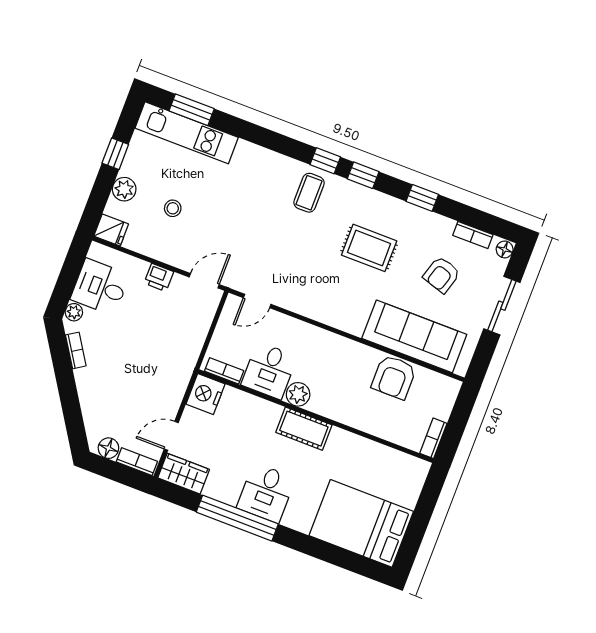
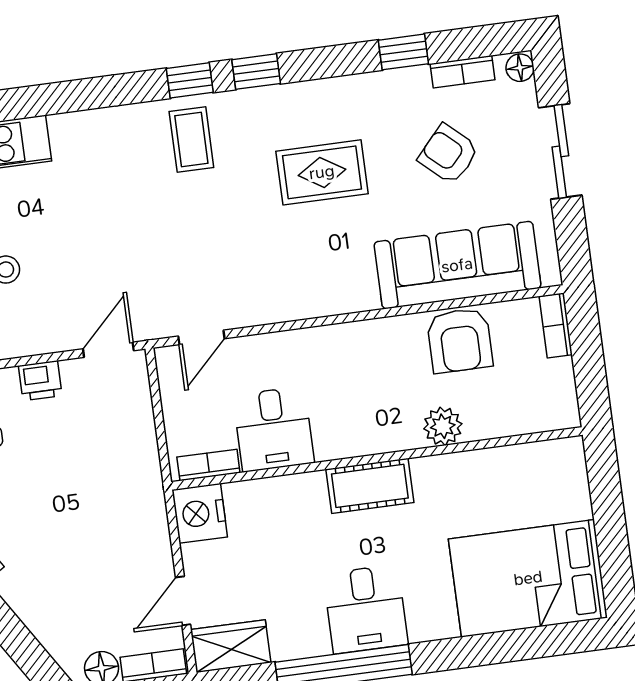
window: (422, 198) -> (403, 52), moved
armchair: (442, 275) -> (448, 154), turned 115
plant: (298, 394) -> (443, 426), moved
bookcase: (433, 438) -> (556, 325), moved

